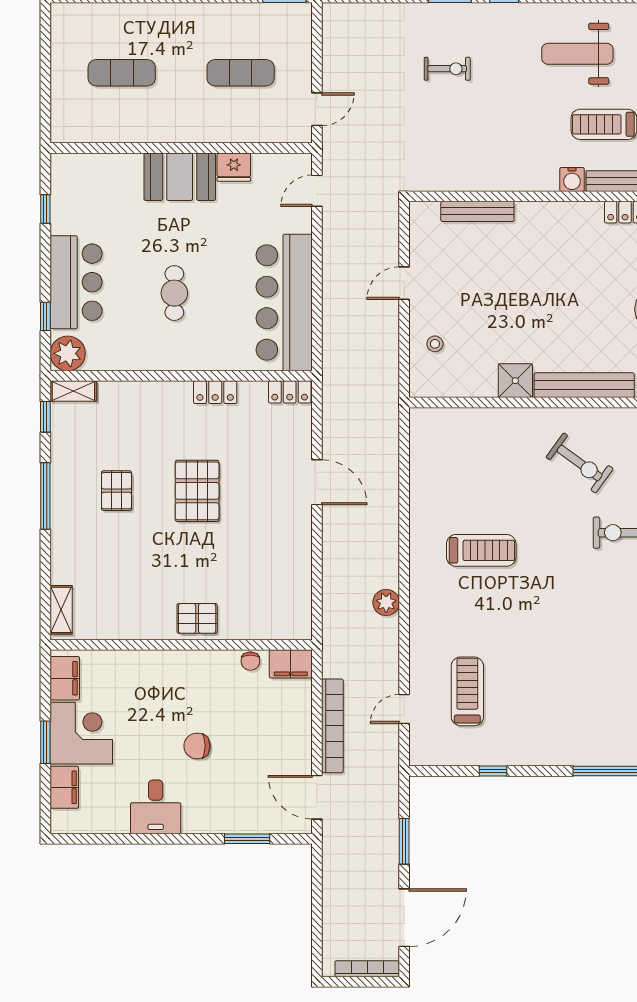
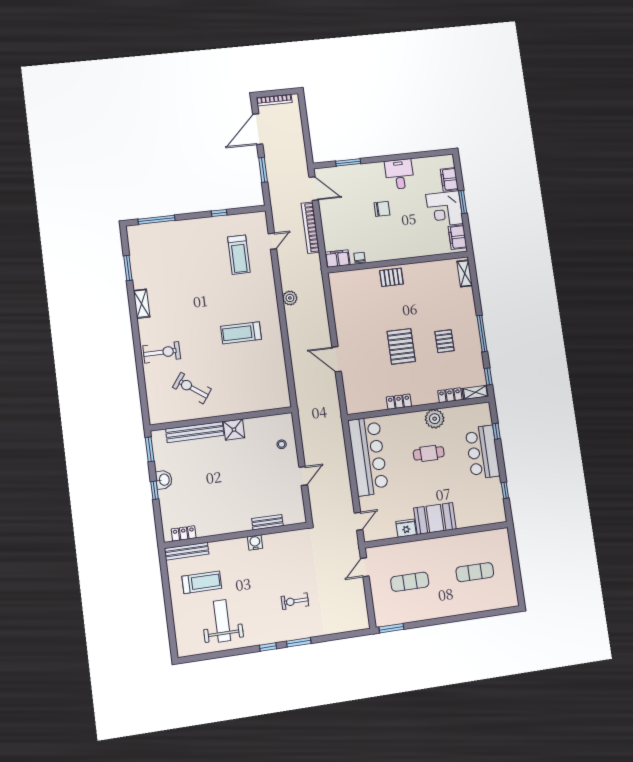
weight bench: (577, 54) -> (222, 621), turned -90
water cooler: (572, 179) -> (255, 542), moved
bench: (477, 211) -> (267, 522), width x0.73
cafe table: (174, 293) -> (429, 453), turned 90
plant: (68, 353) -> (435, 419), moved
locker: (290, 392) -> (450, 395), moved

